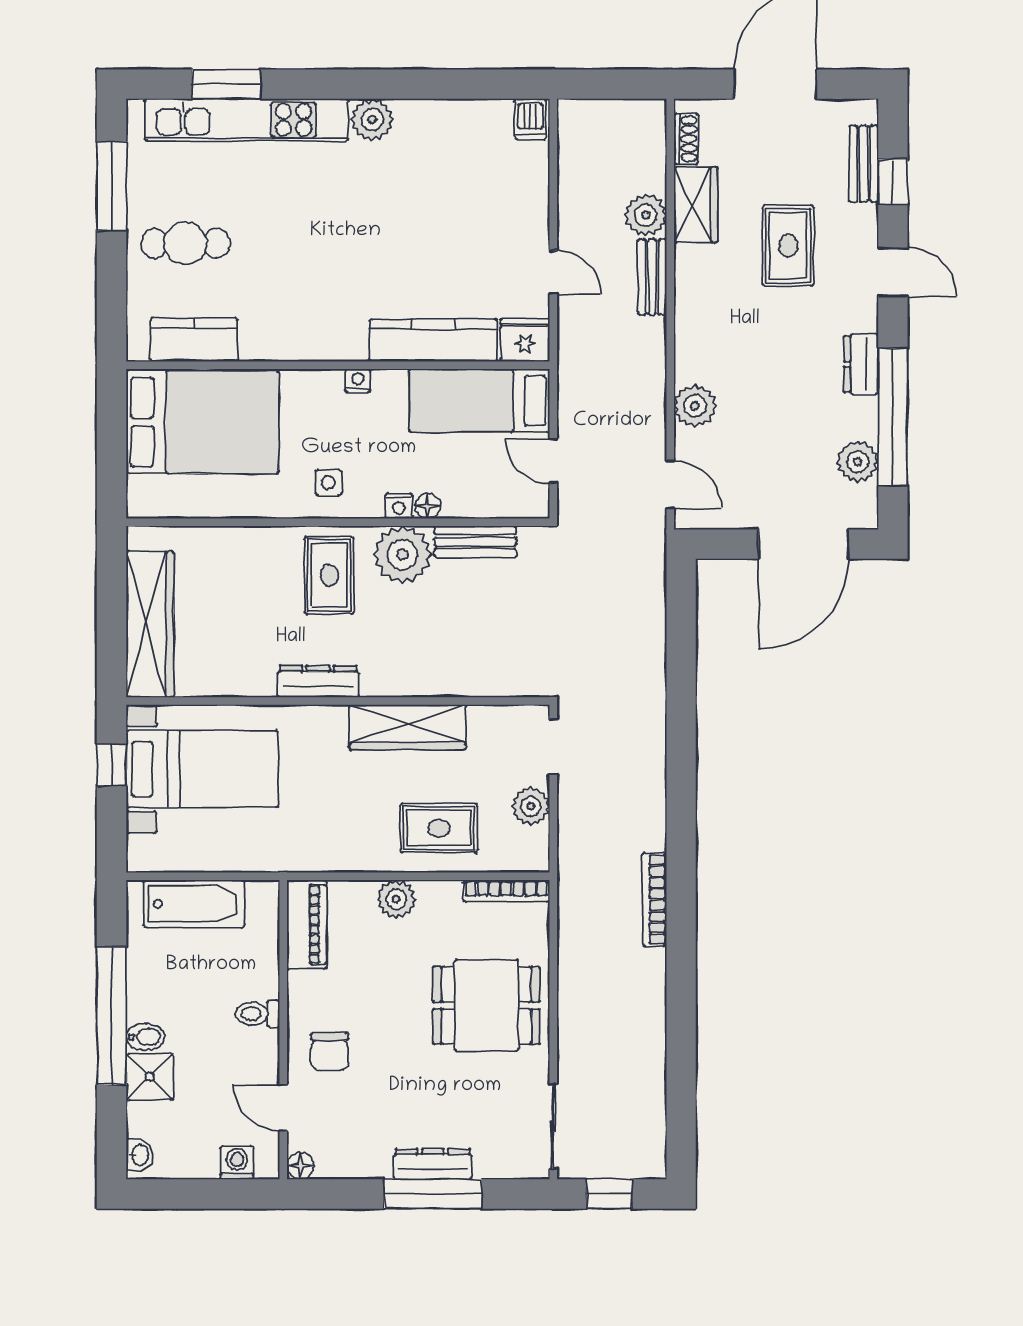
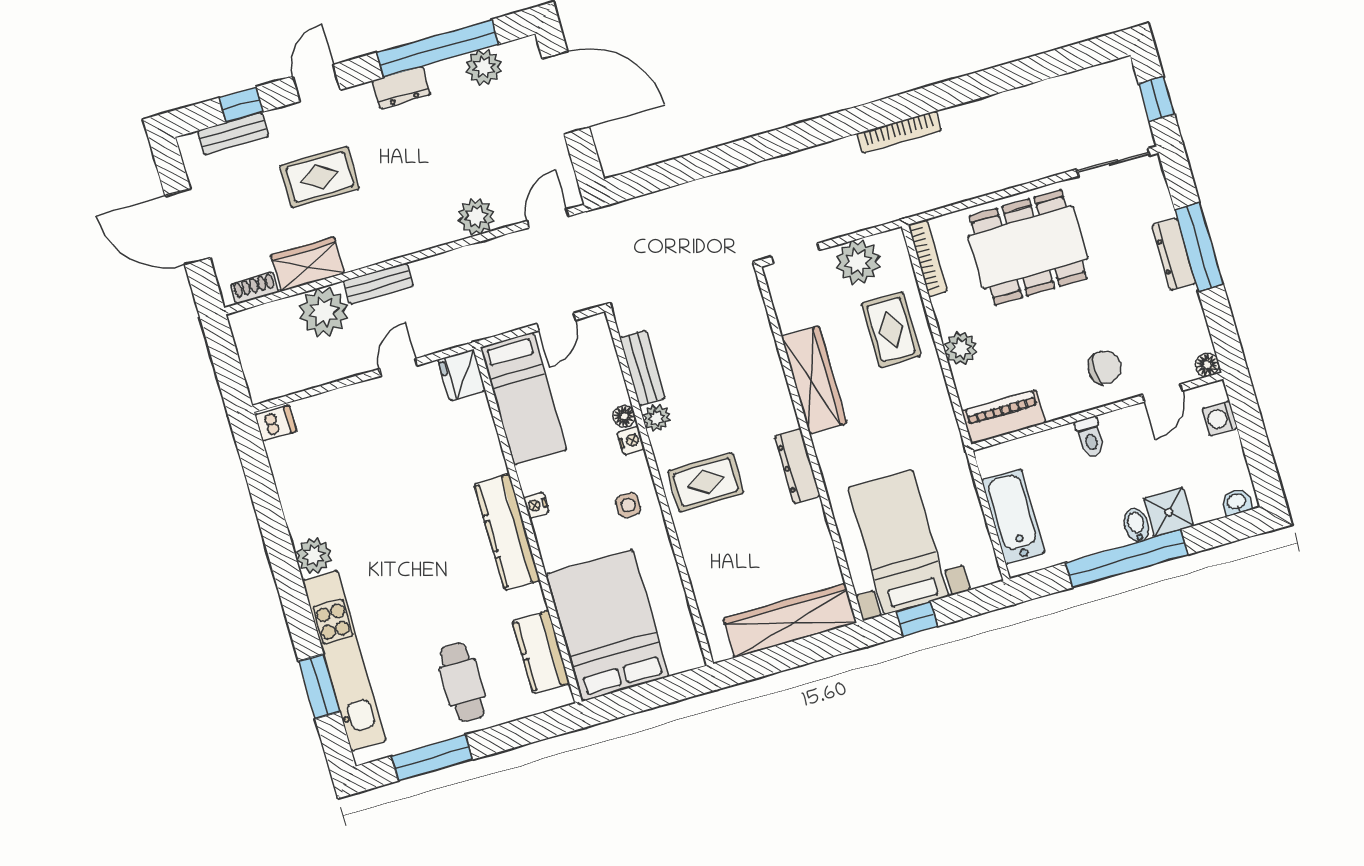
plant: (646, 215) -> (324, 312), width x1.36, depth x1.36
kitchen counter: (433, 340) -> (507, 532), moved
plant: (402, 555) -> (656, 418), width x0.53, depth x0.53
plant: (531, 806) -> (858, 262), width x1.36, depth x1.36
dining table: (486, 1005) -> (1028, 247), width x1.38

